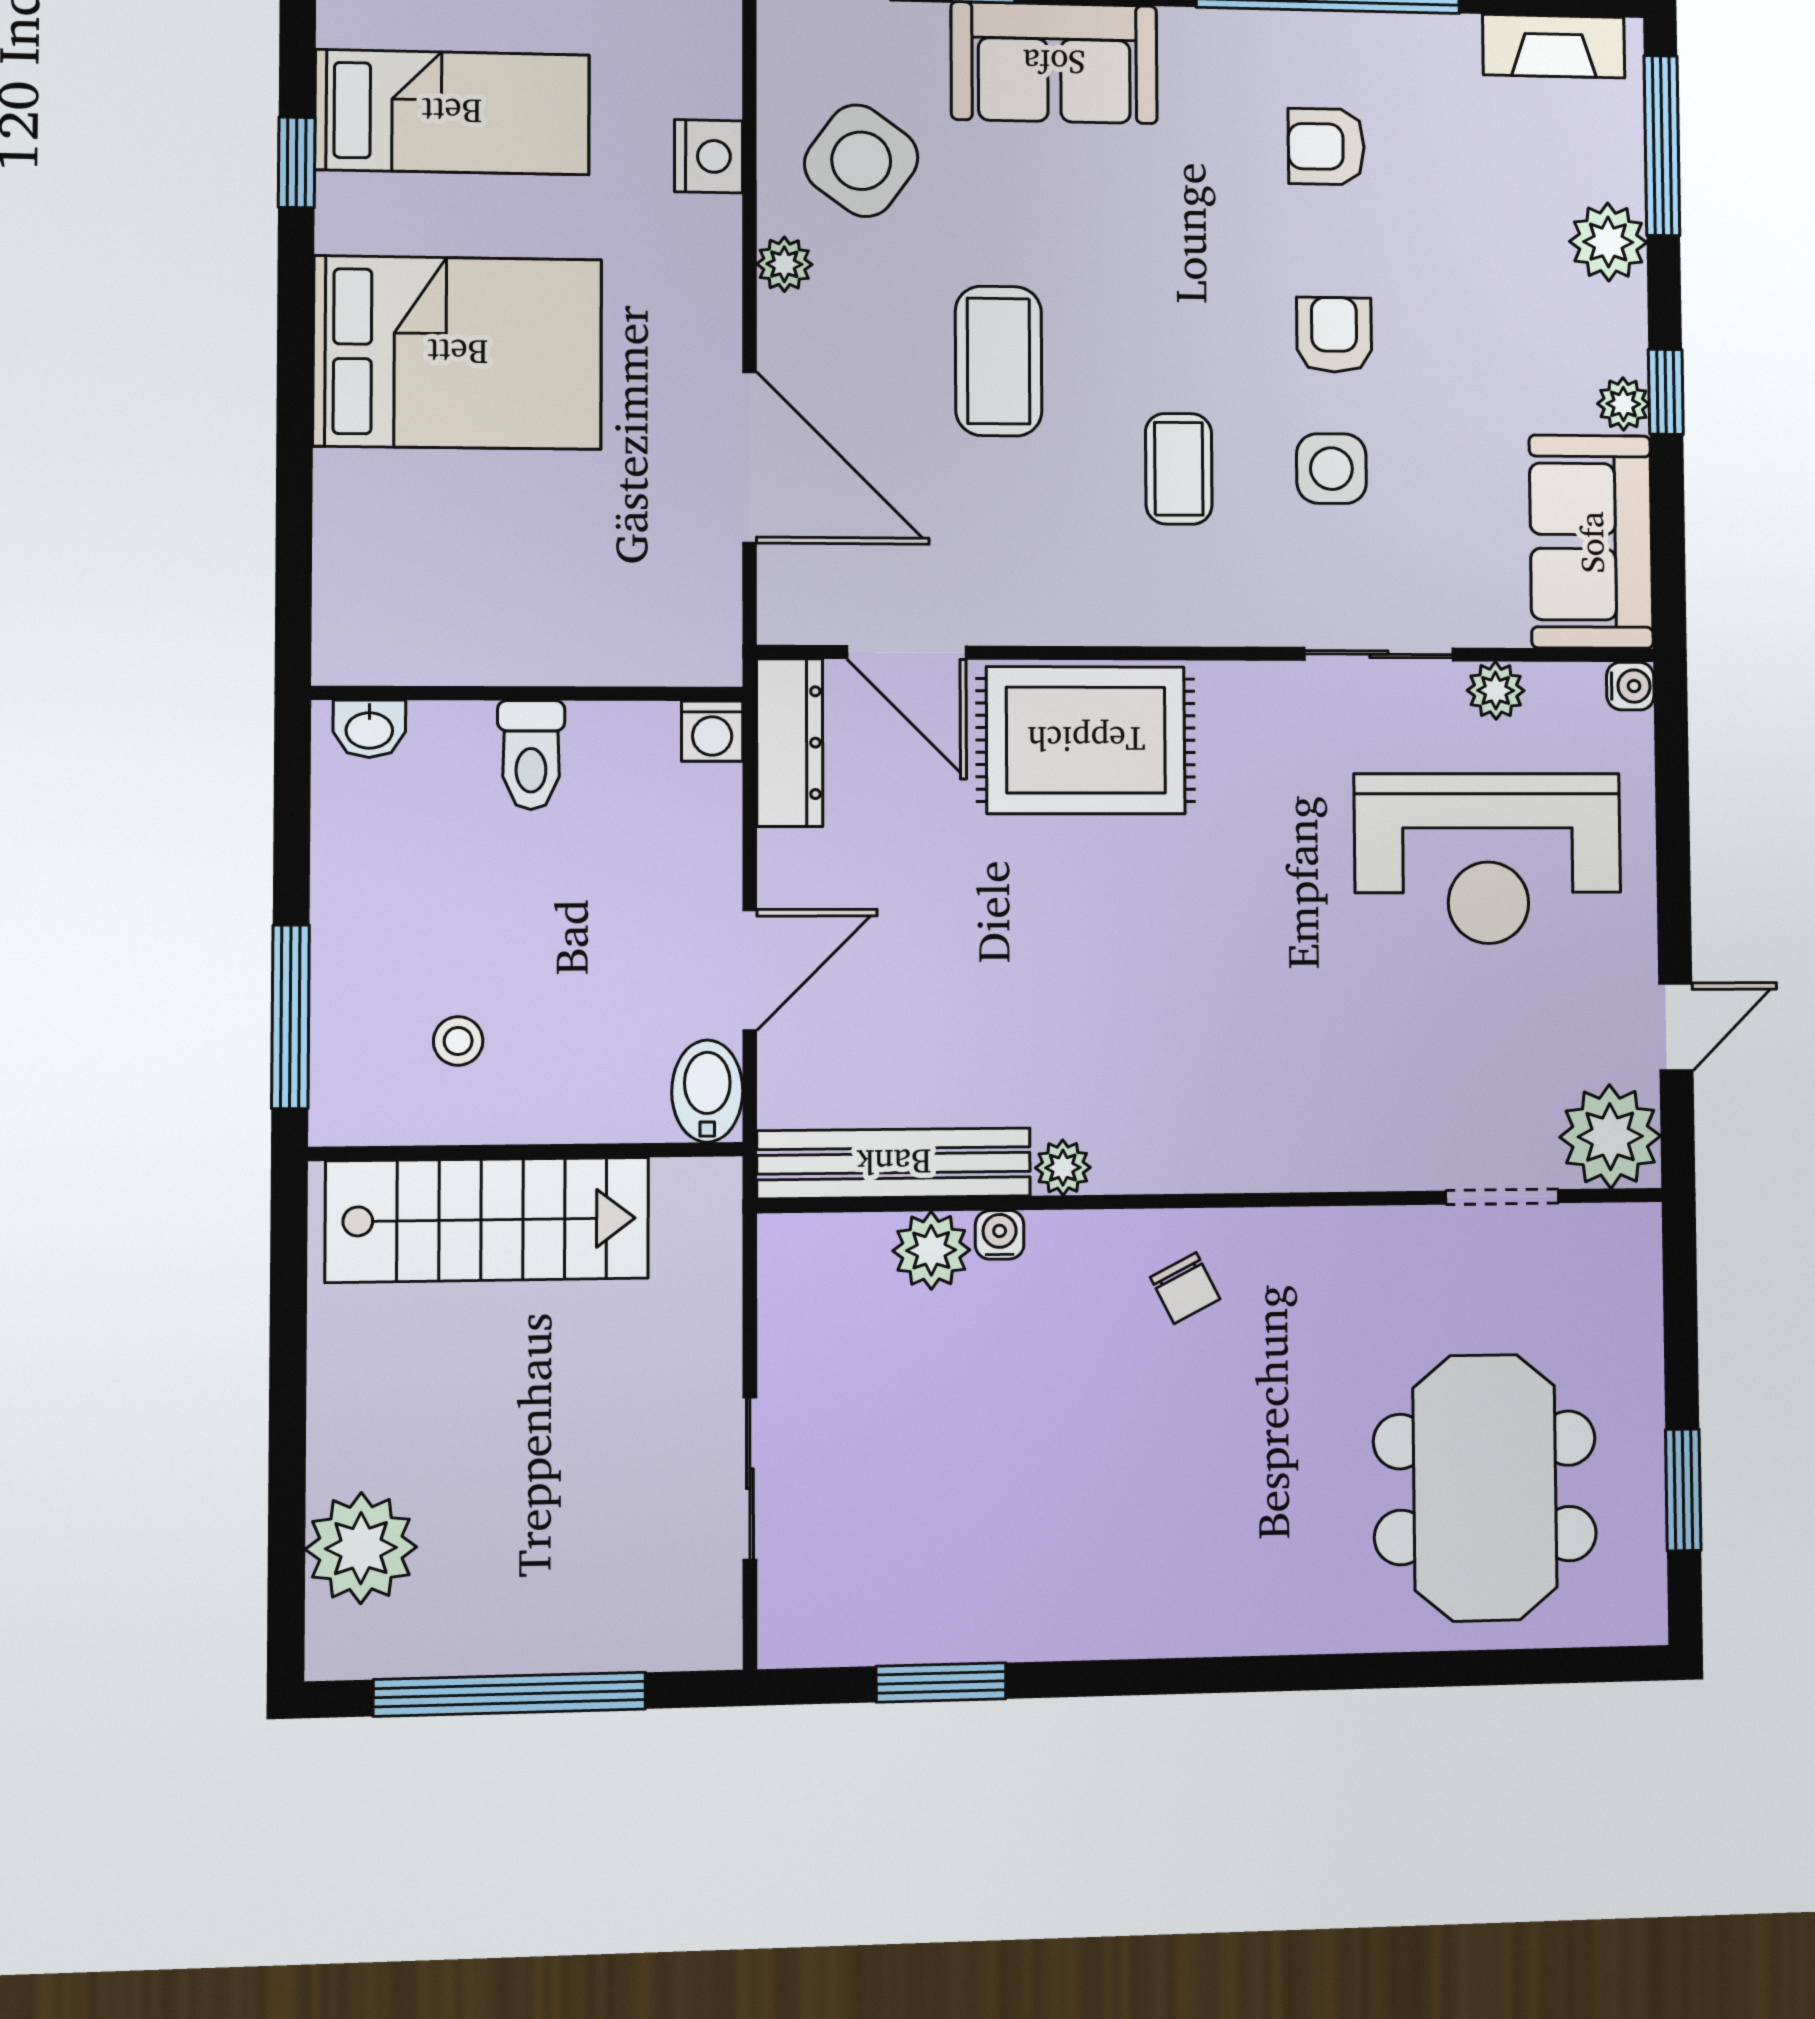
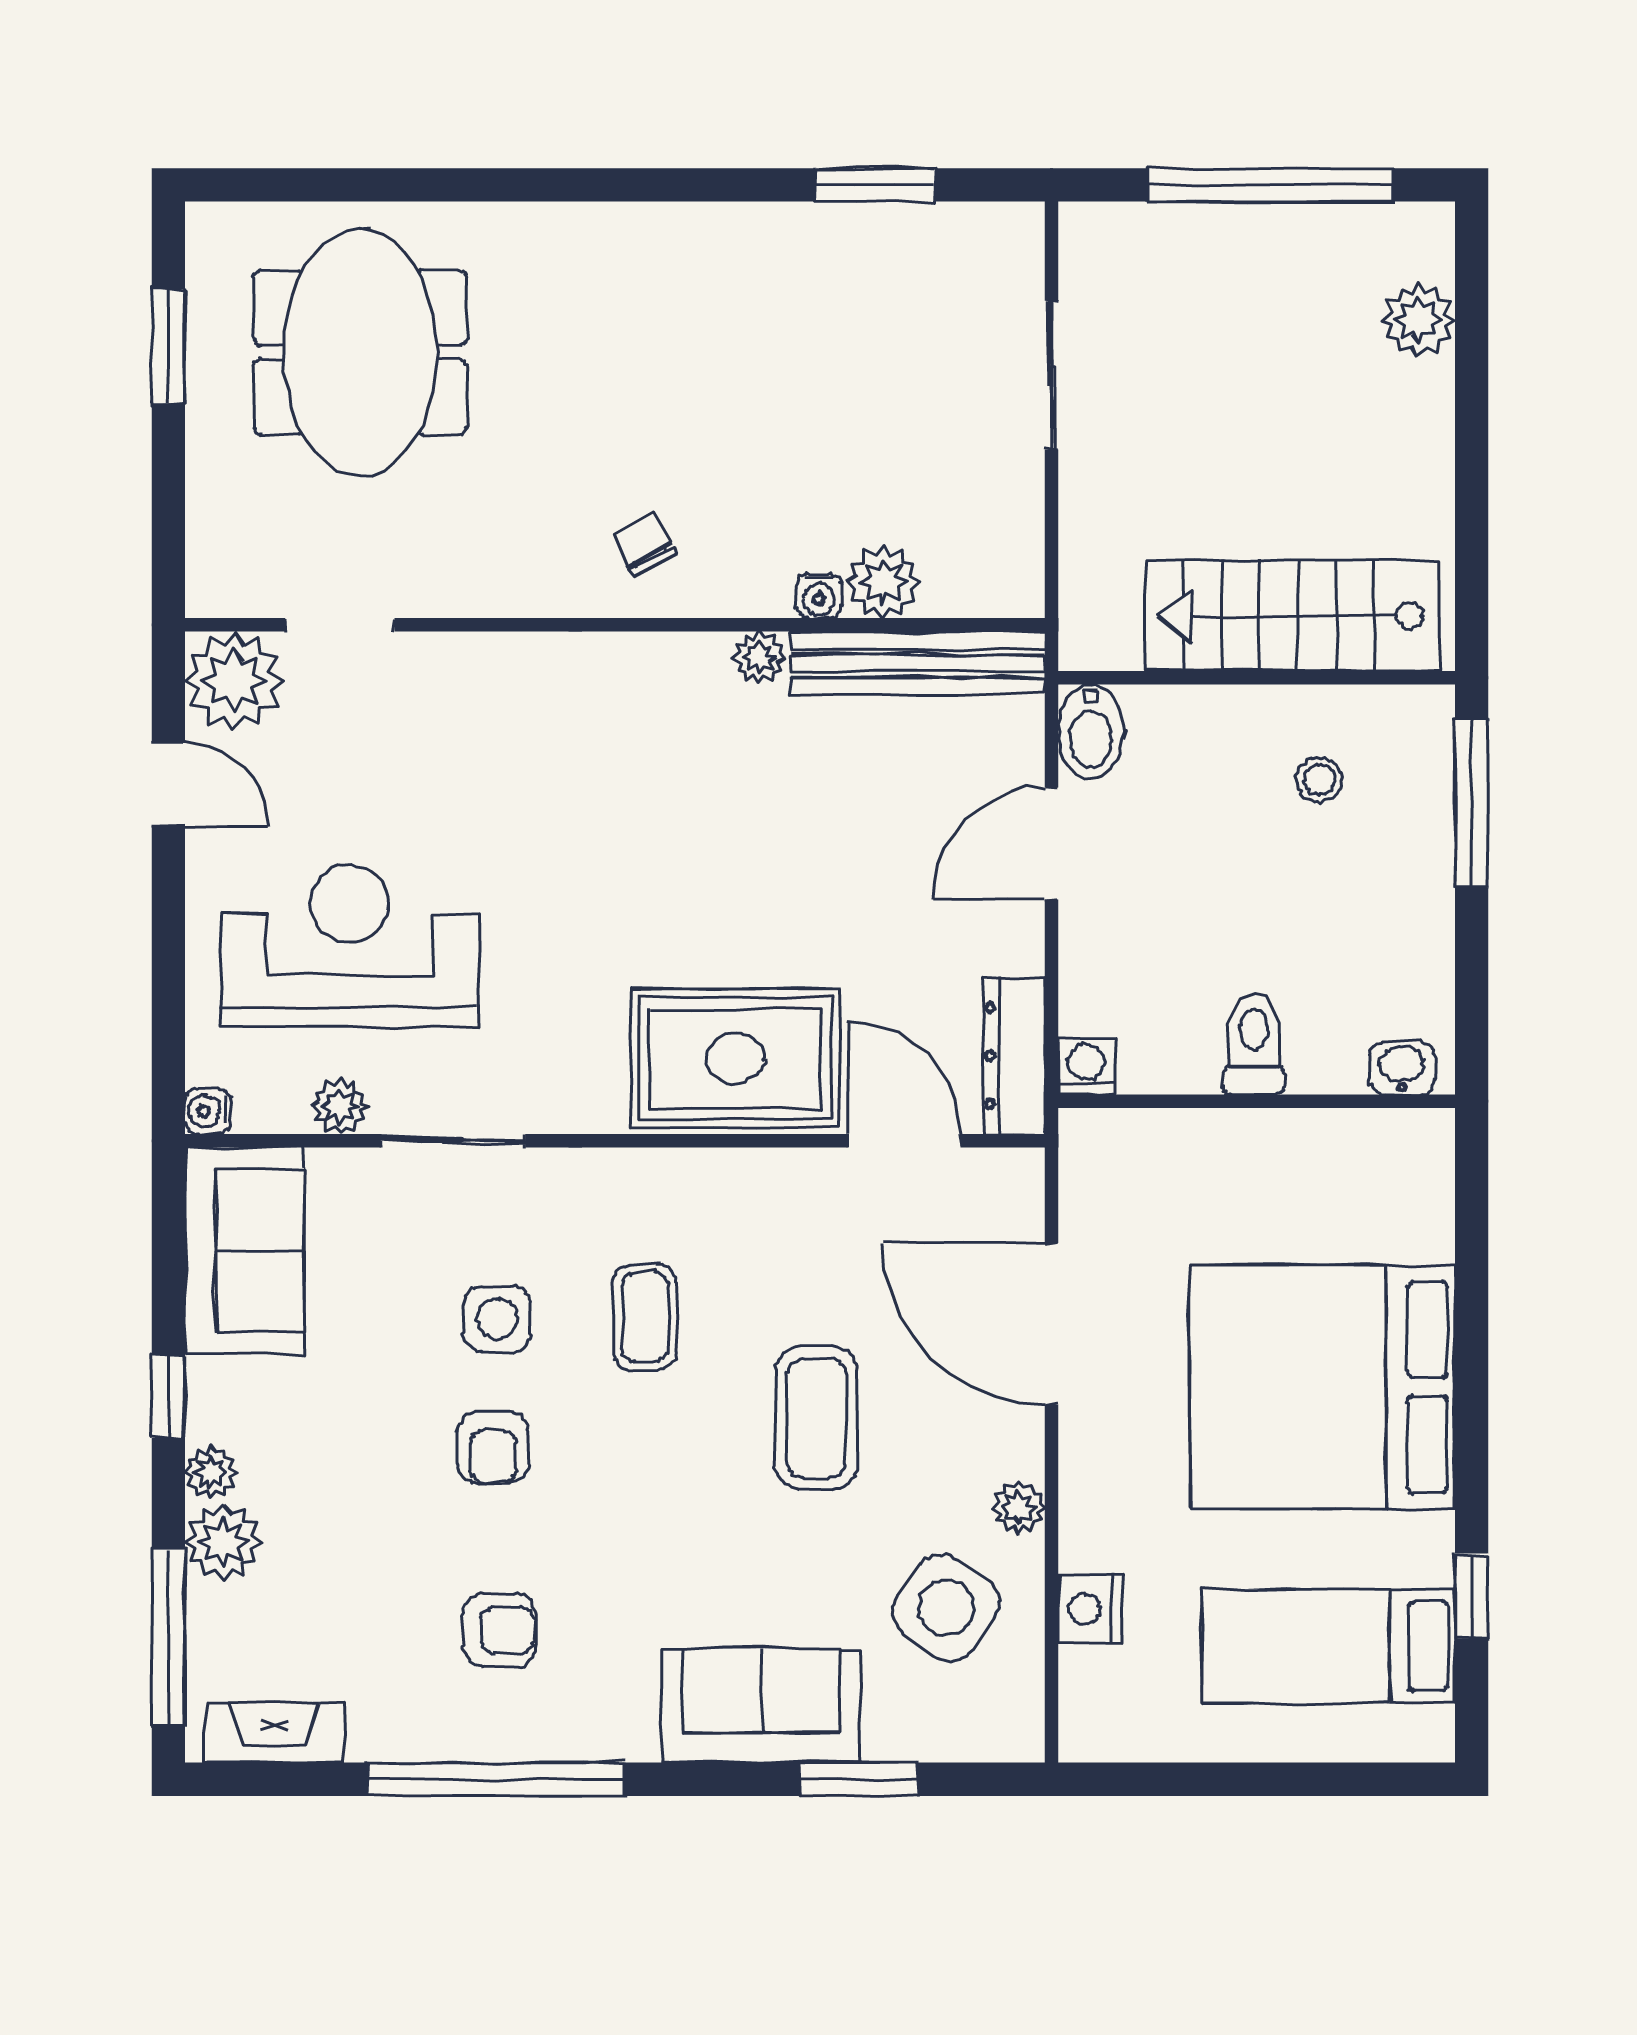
bed: (458, 353) -> (1323, 1387), width x1.36
plant: (1623, 404) -> (211, 1473), moved
door: (1676, 1027) -> (168, 784), swing flipped
plant: (361, 1548) -> (1418, 320), width x0.73, depth x0.73

